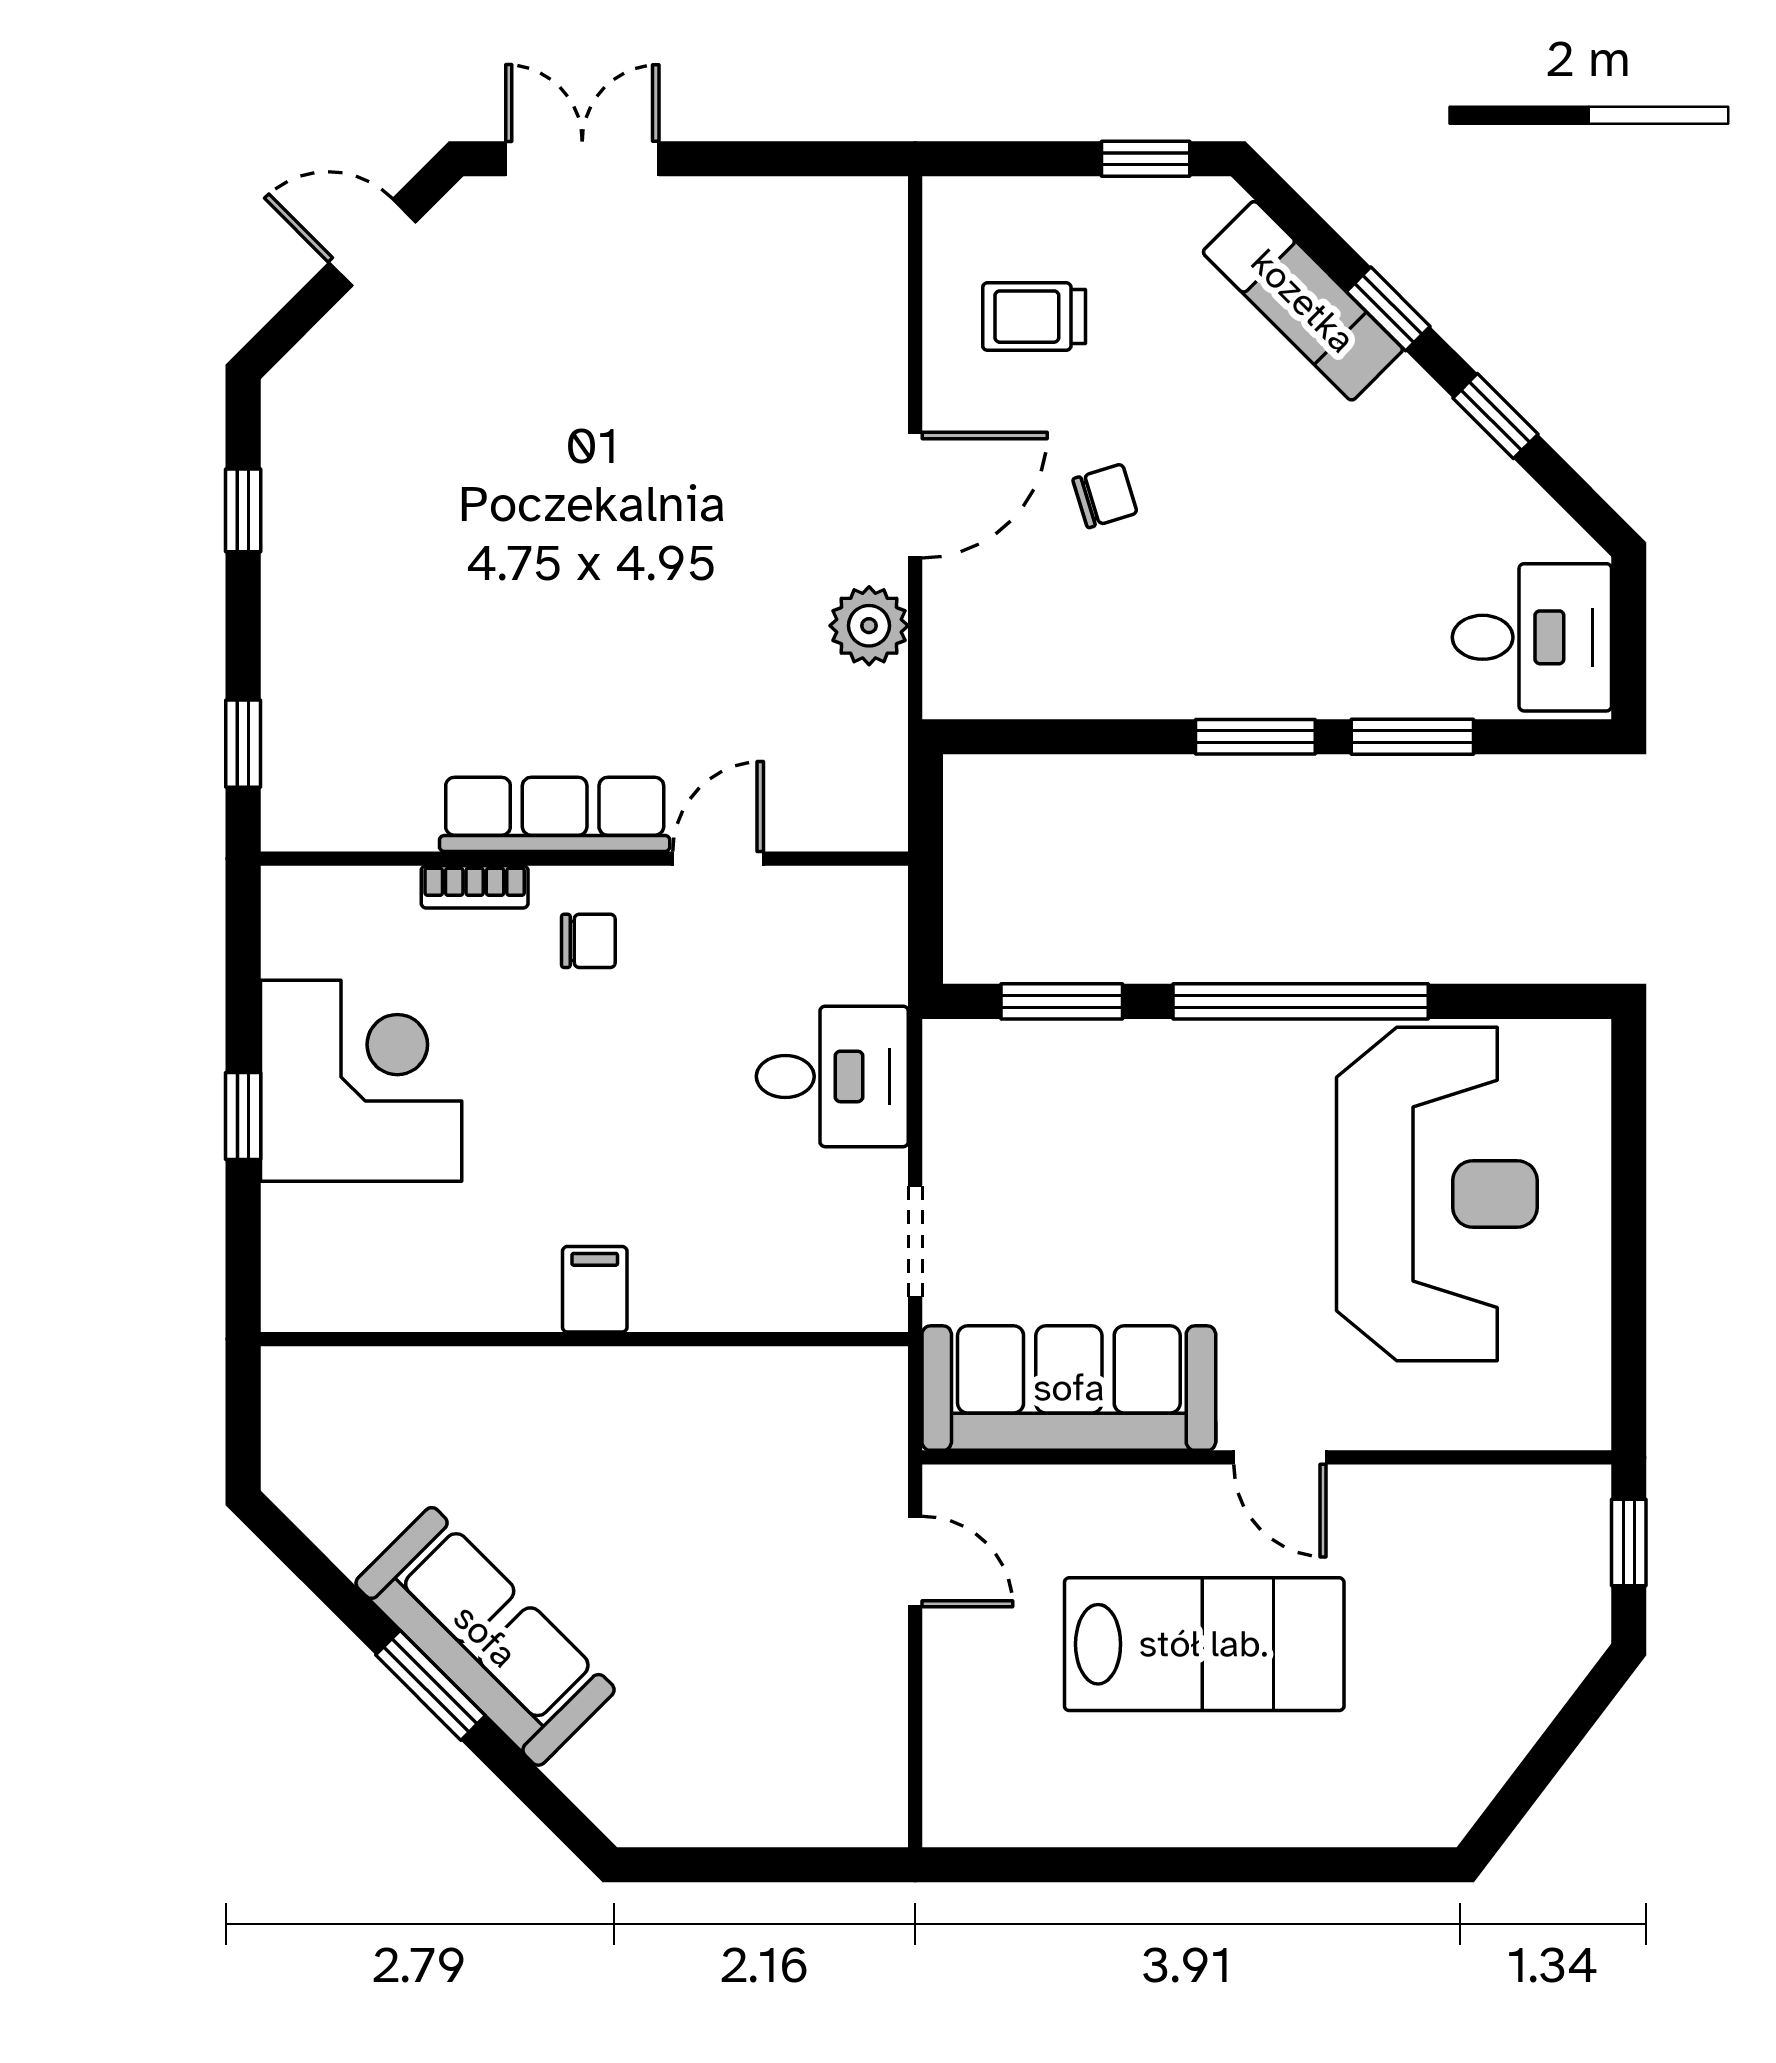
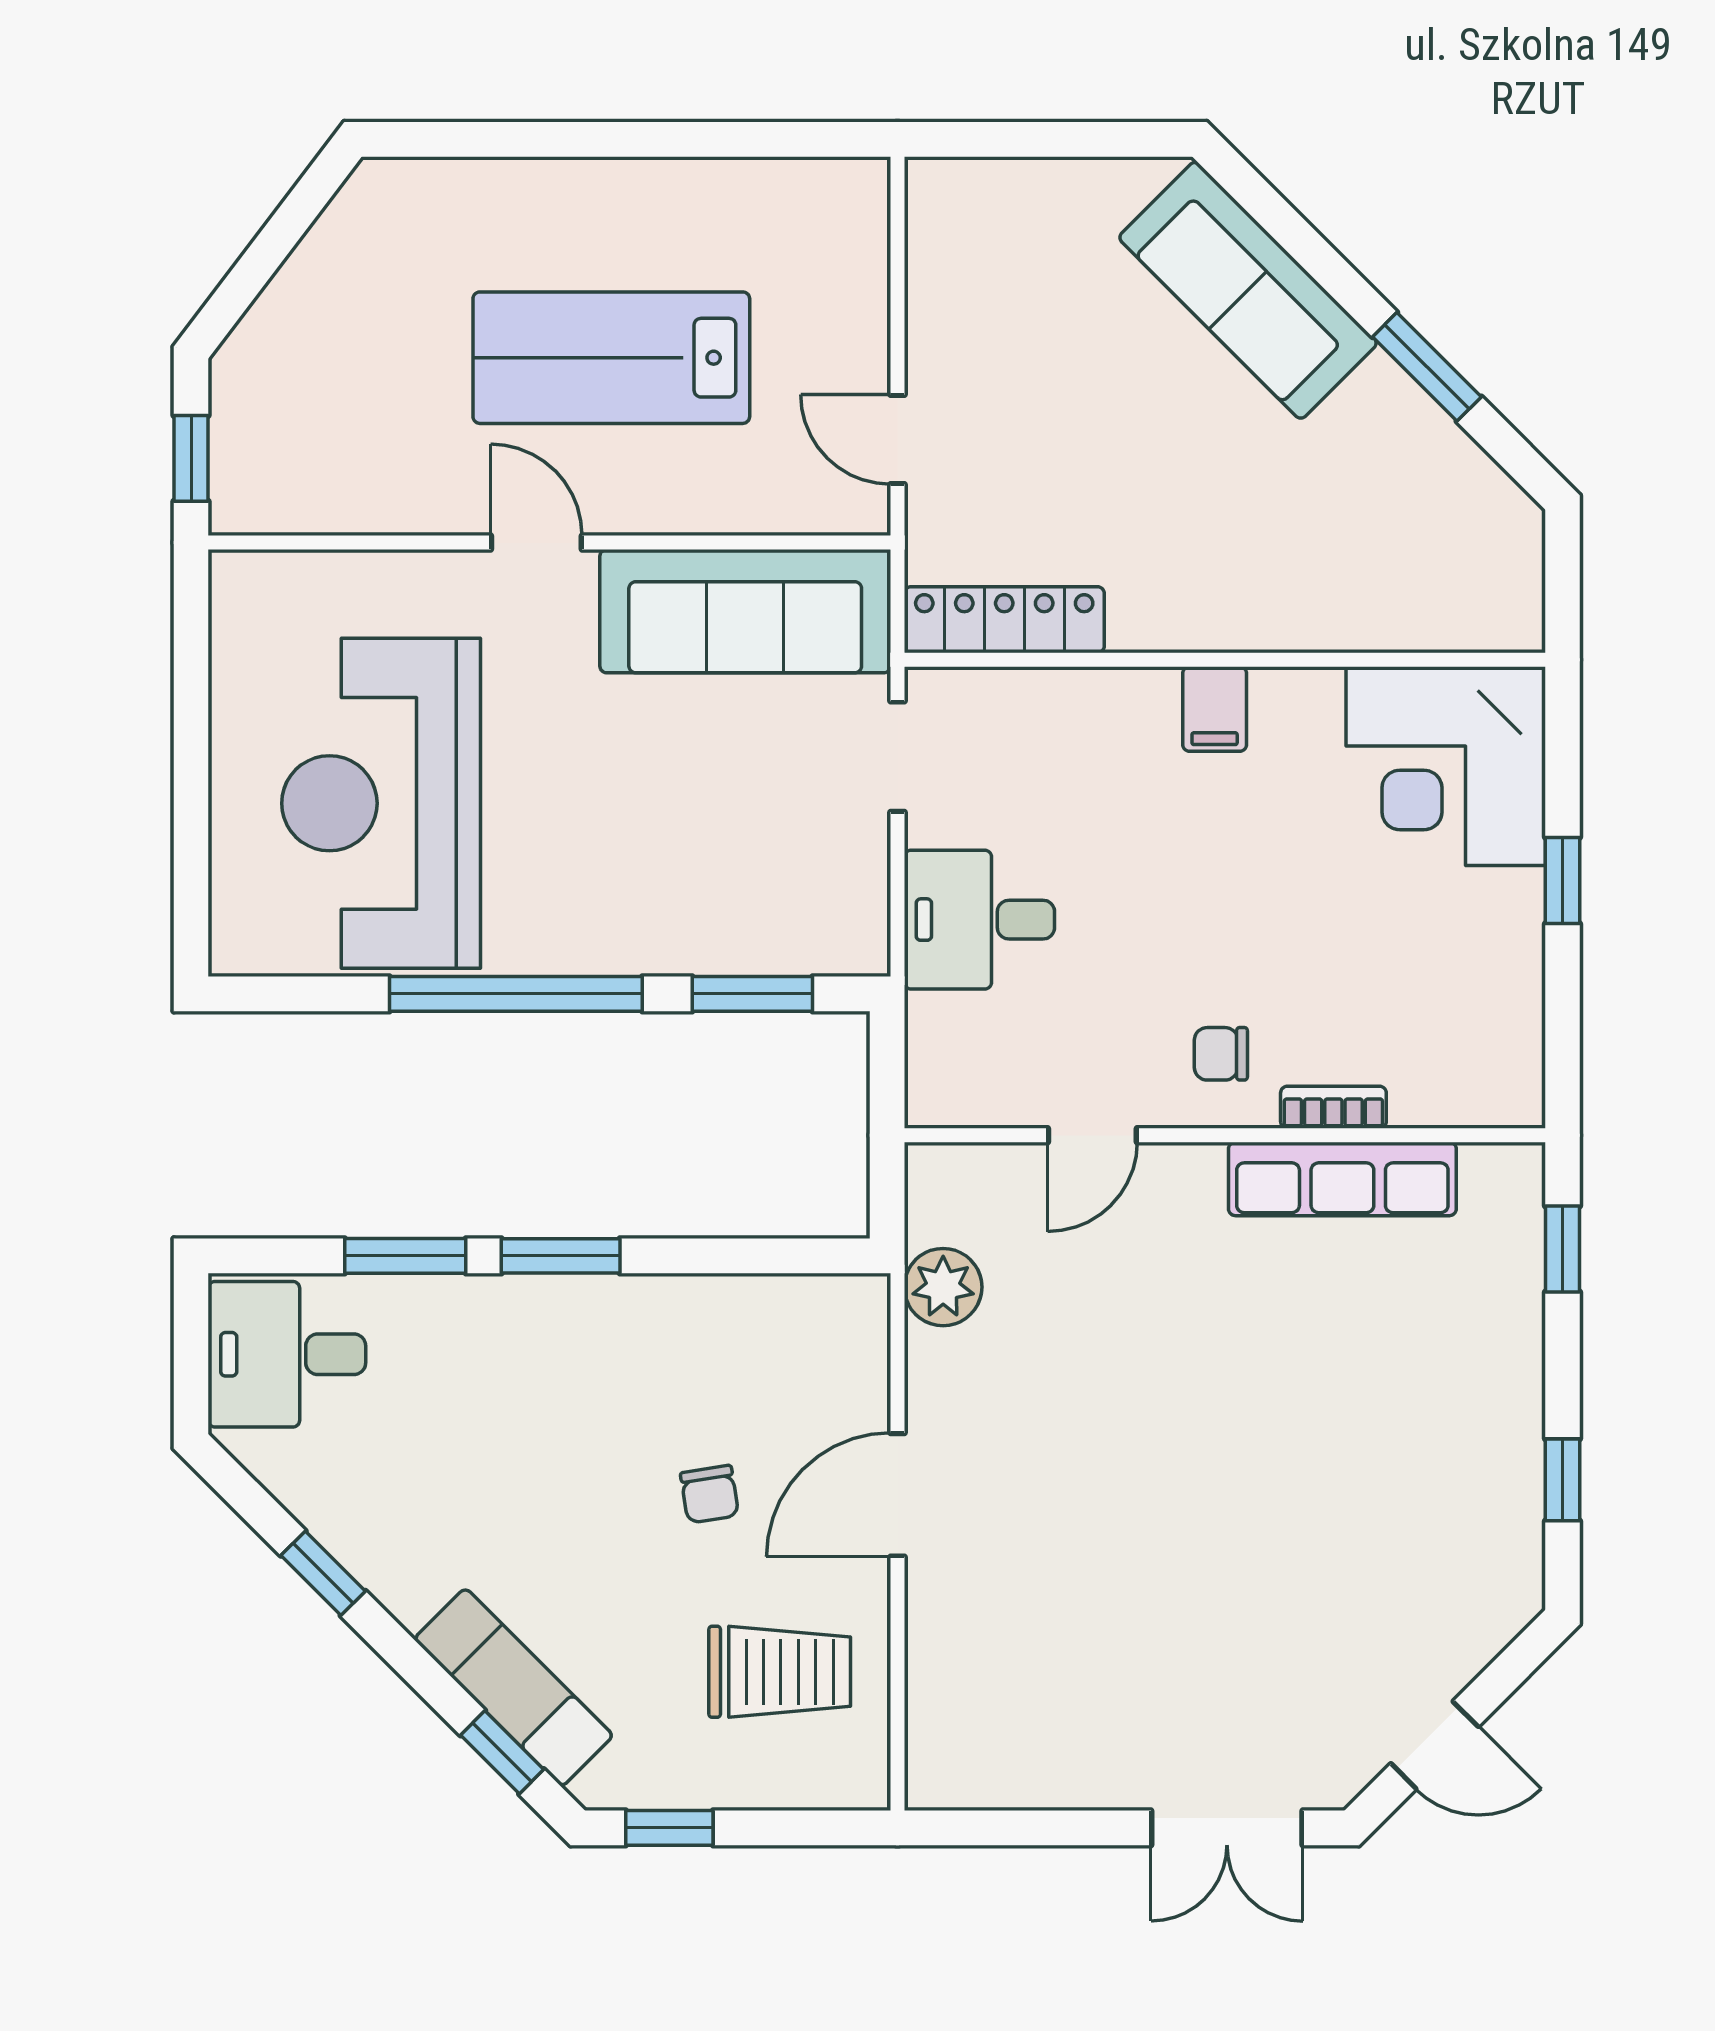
window: (1388, 309) -> (502, 1752), moved
trolley: (1034, 317) -> (780, 1672), width x1.36, depth x1.39
chair: (1105, 496) -> (710, 1494), turned -82
plant: (869, 626) -> (943, 1287), moved
row of seats: (555, 814) -> (1342, 1179), moved
corner desk: (361, 1081) -> (1446, 766), moved
locker: (807, 1379) -> (1004, 620), added
sofa: (485, 1636) -> (1248, 290), moved
window: (430, 1685) -> (1427, 367), moved

